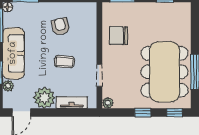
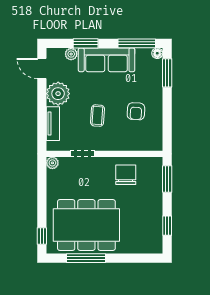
armchair: (60, 26) -> (136, 111), turned 107
window: (143, 113) -> (42, 201), removed

